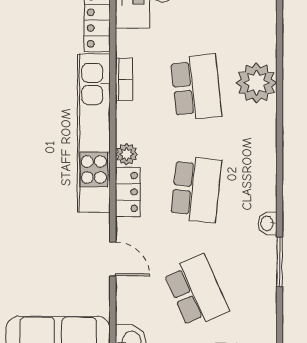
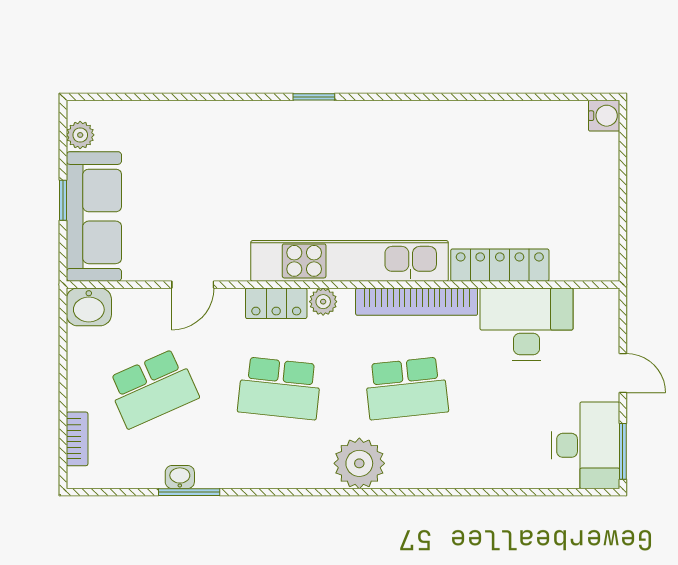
bookcase: (124, 79) -> (417, 302), width x2.31, depth x1.31
plant: (256, 83) -> (359, 463), moved
washbasin: (267, 223) -> (180, 477), moved

